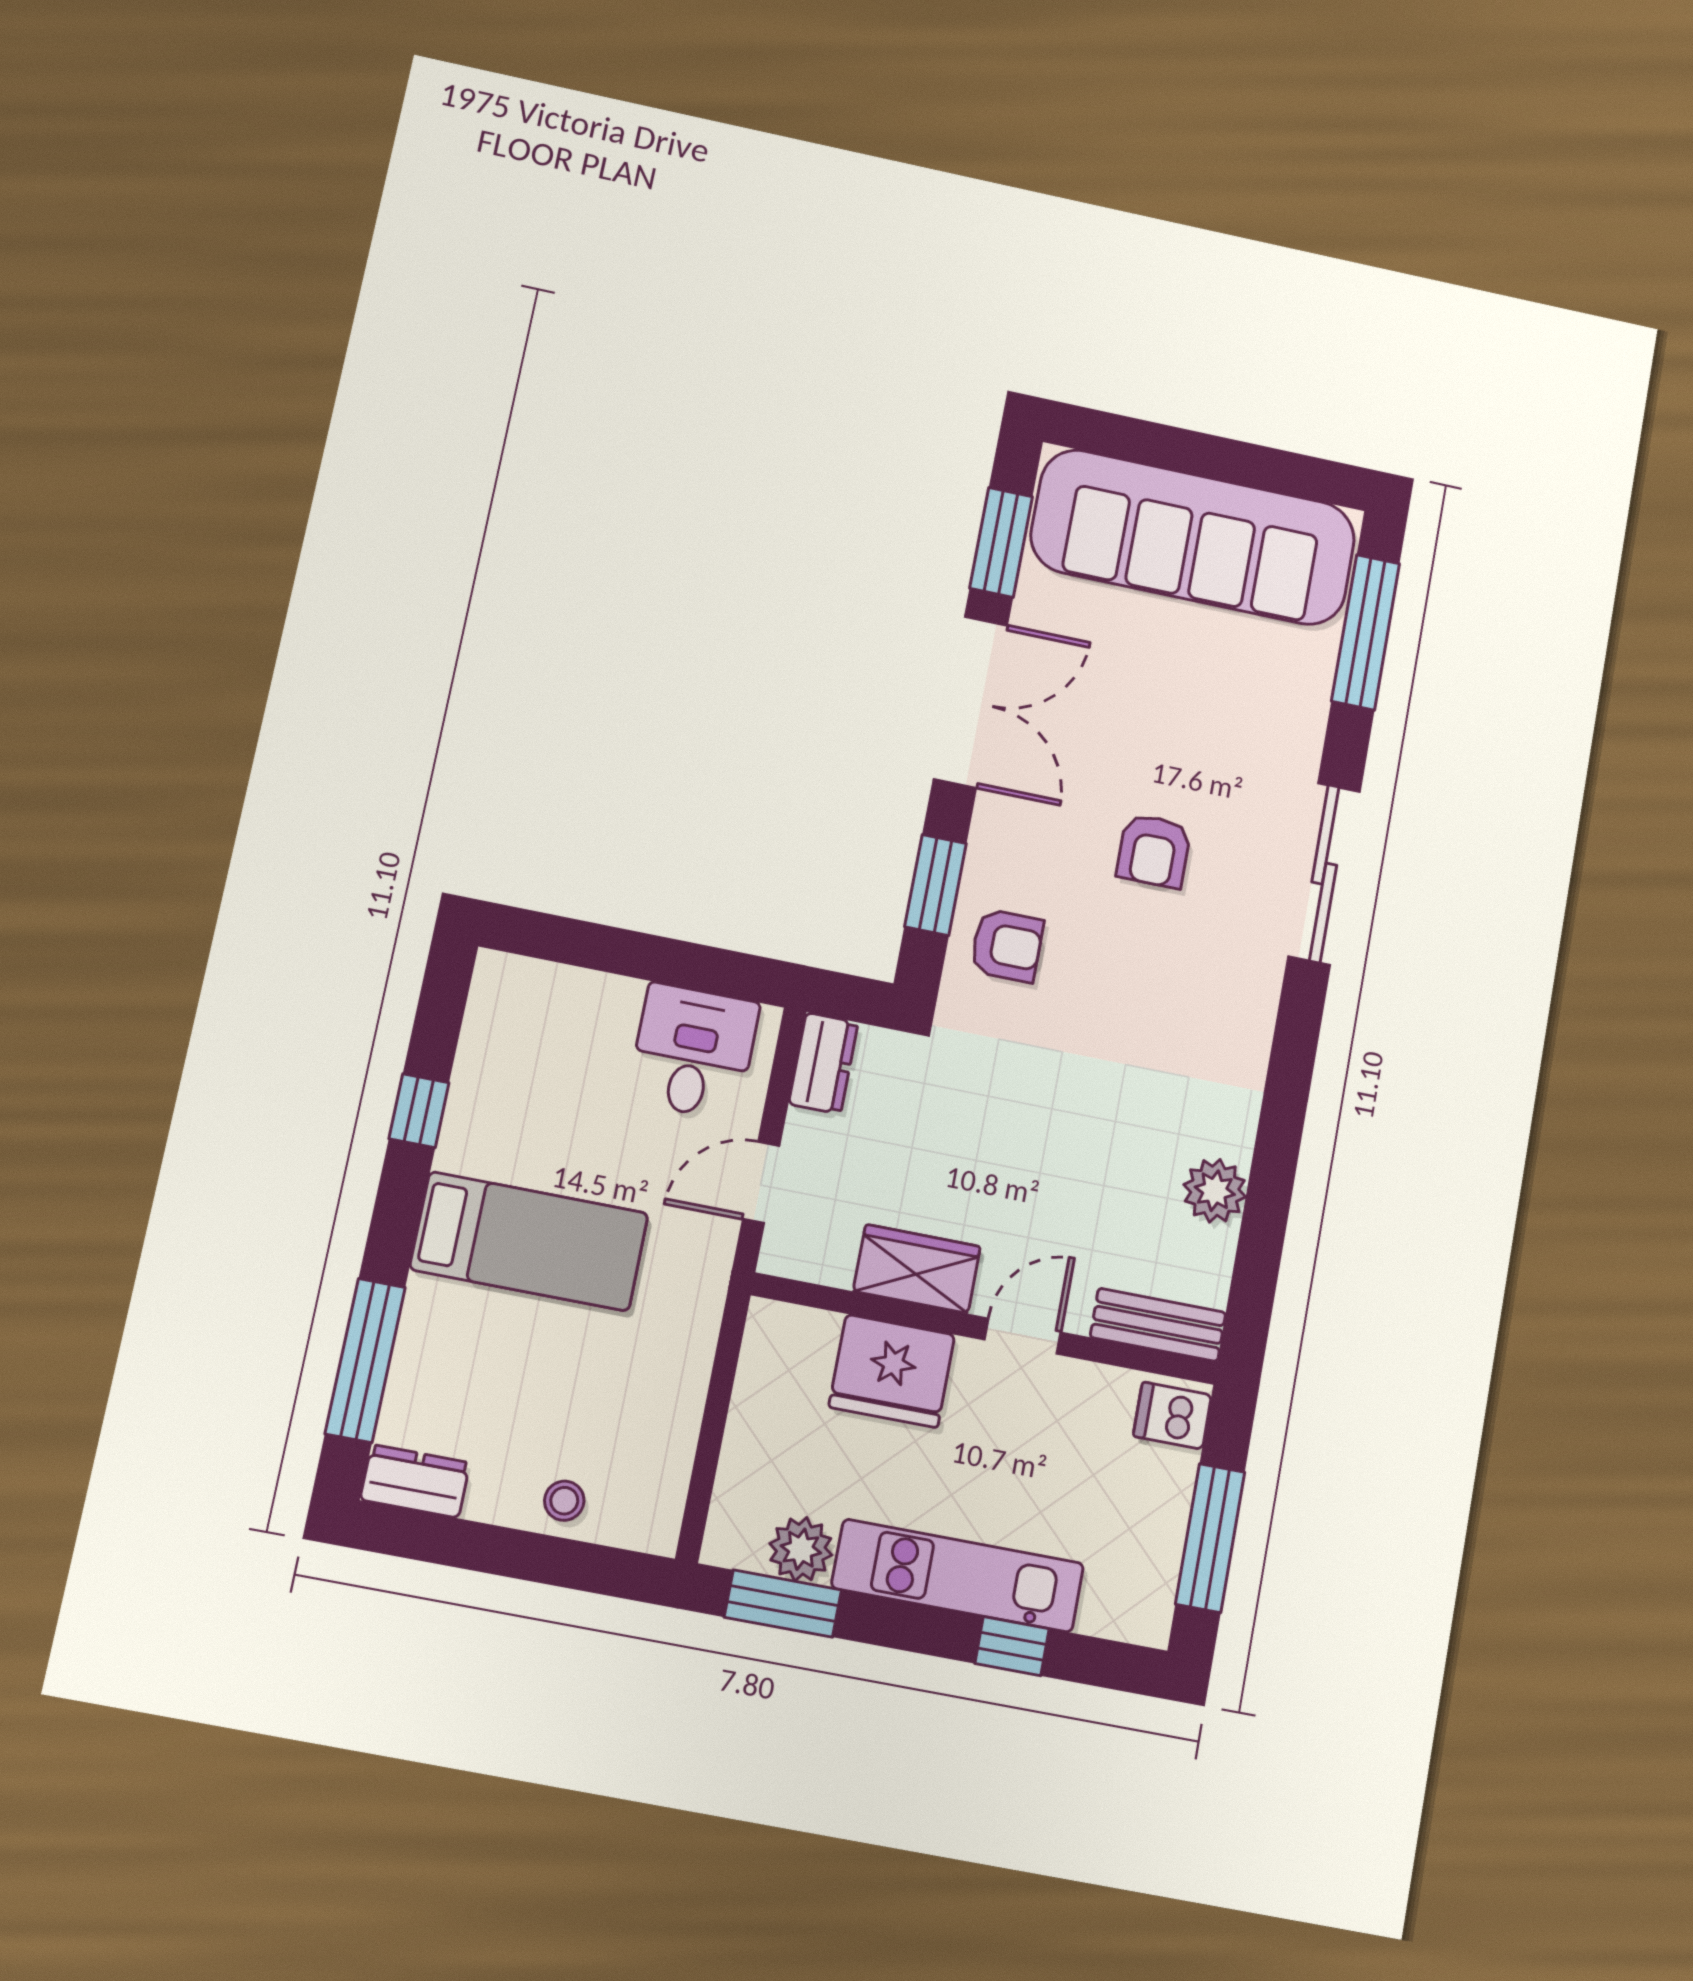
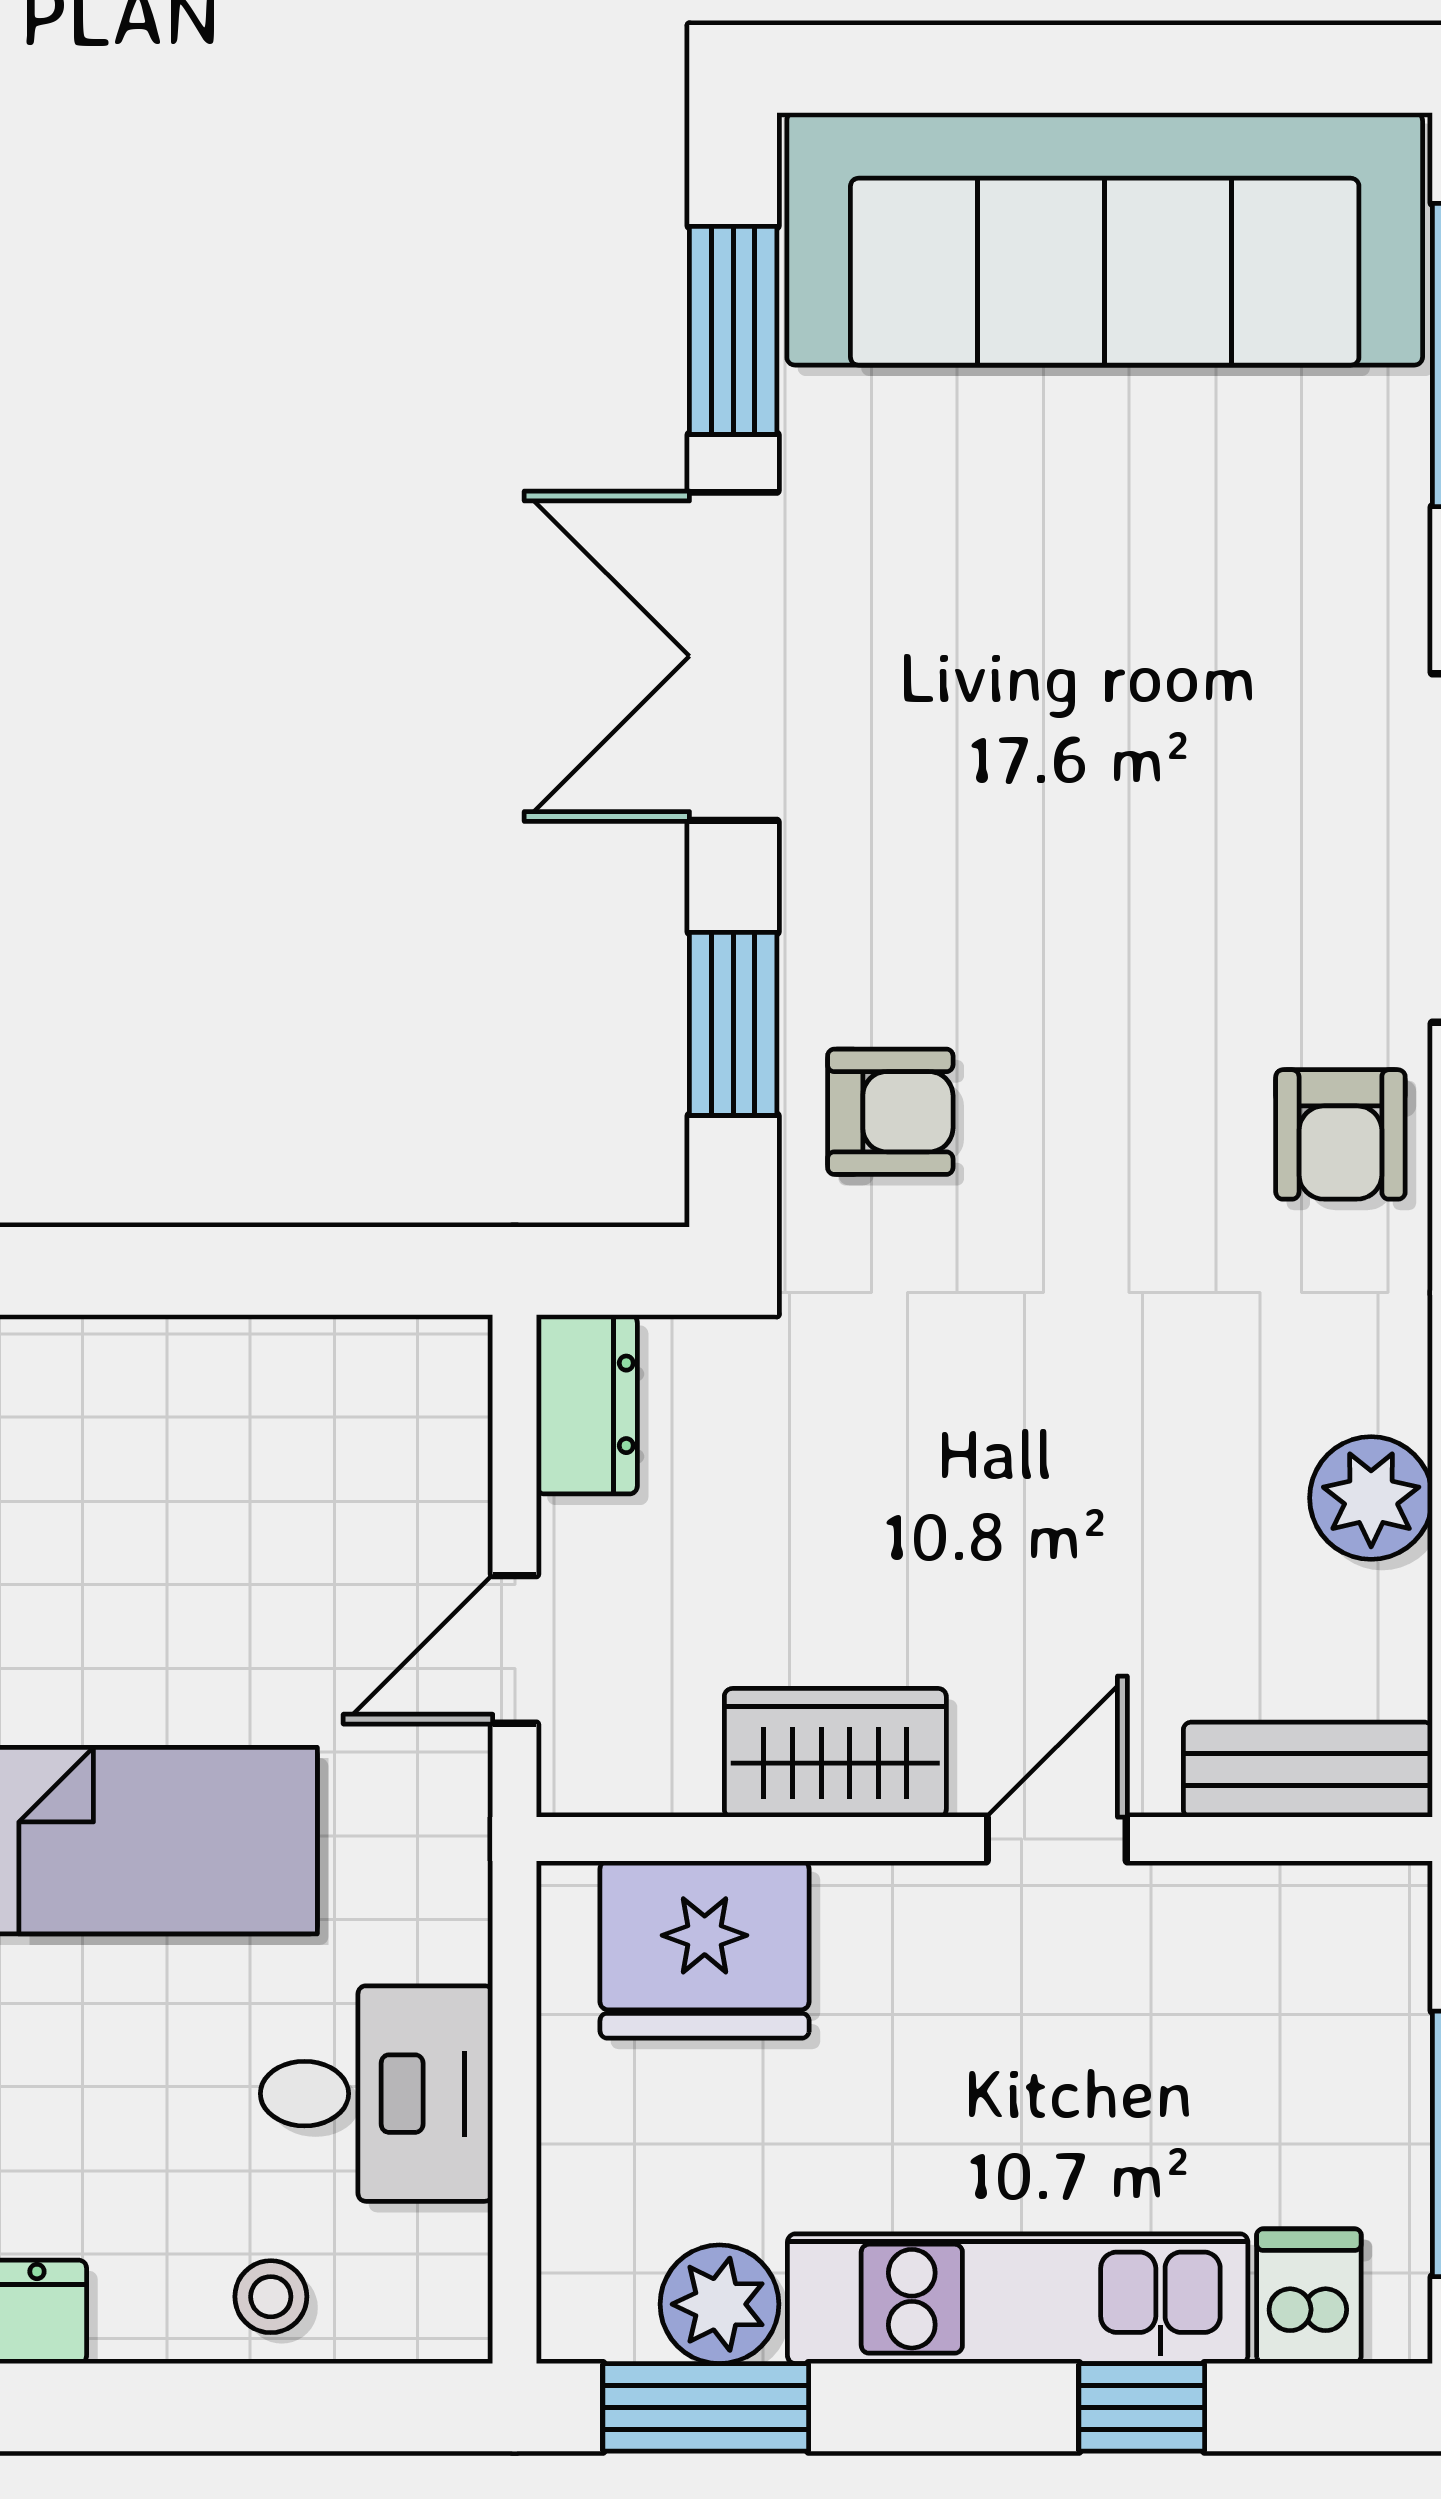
double door: (971, 702) -> (733, 656), swing flipped
armchair: (1154, 851) -> (1340, 1134), moved
desk: (693, 1052) -> (377, 2094), moved, turned 90
fridge: (892, 1371) -> (705, 1950), moved
dishwasher: (1172, 1416) -> (1309, 2296), moved, turned 90

